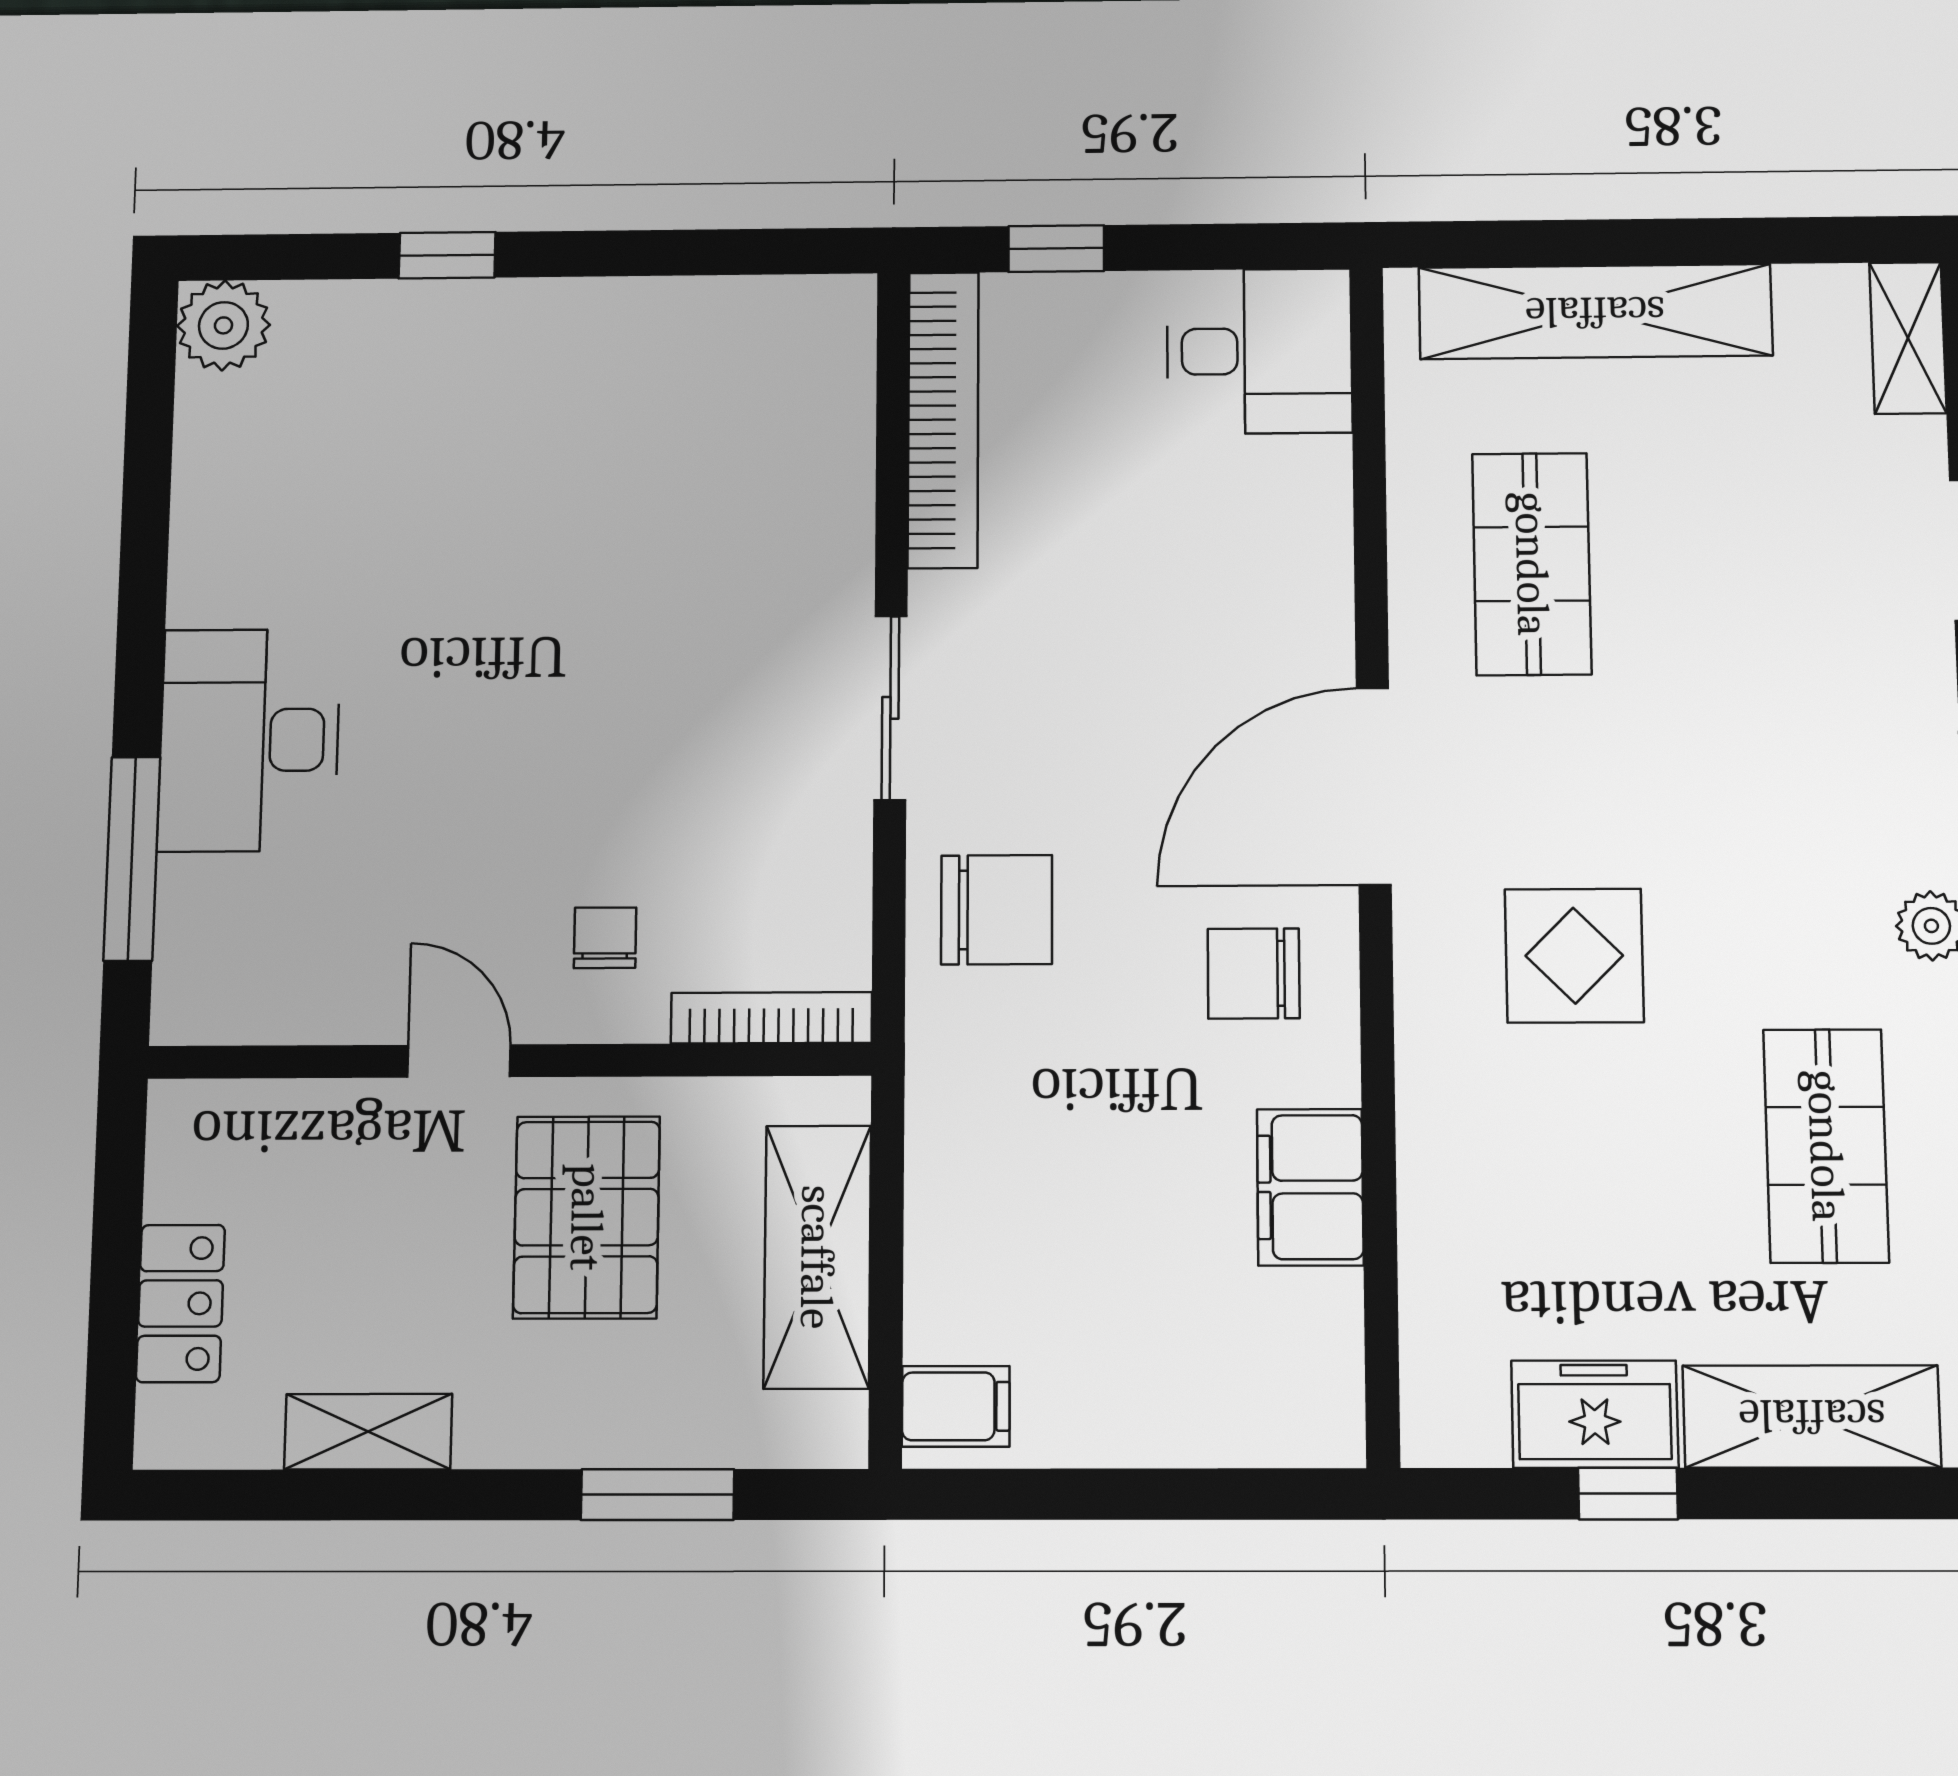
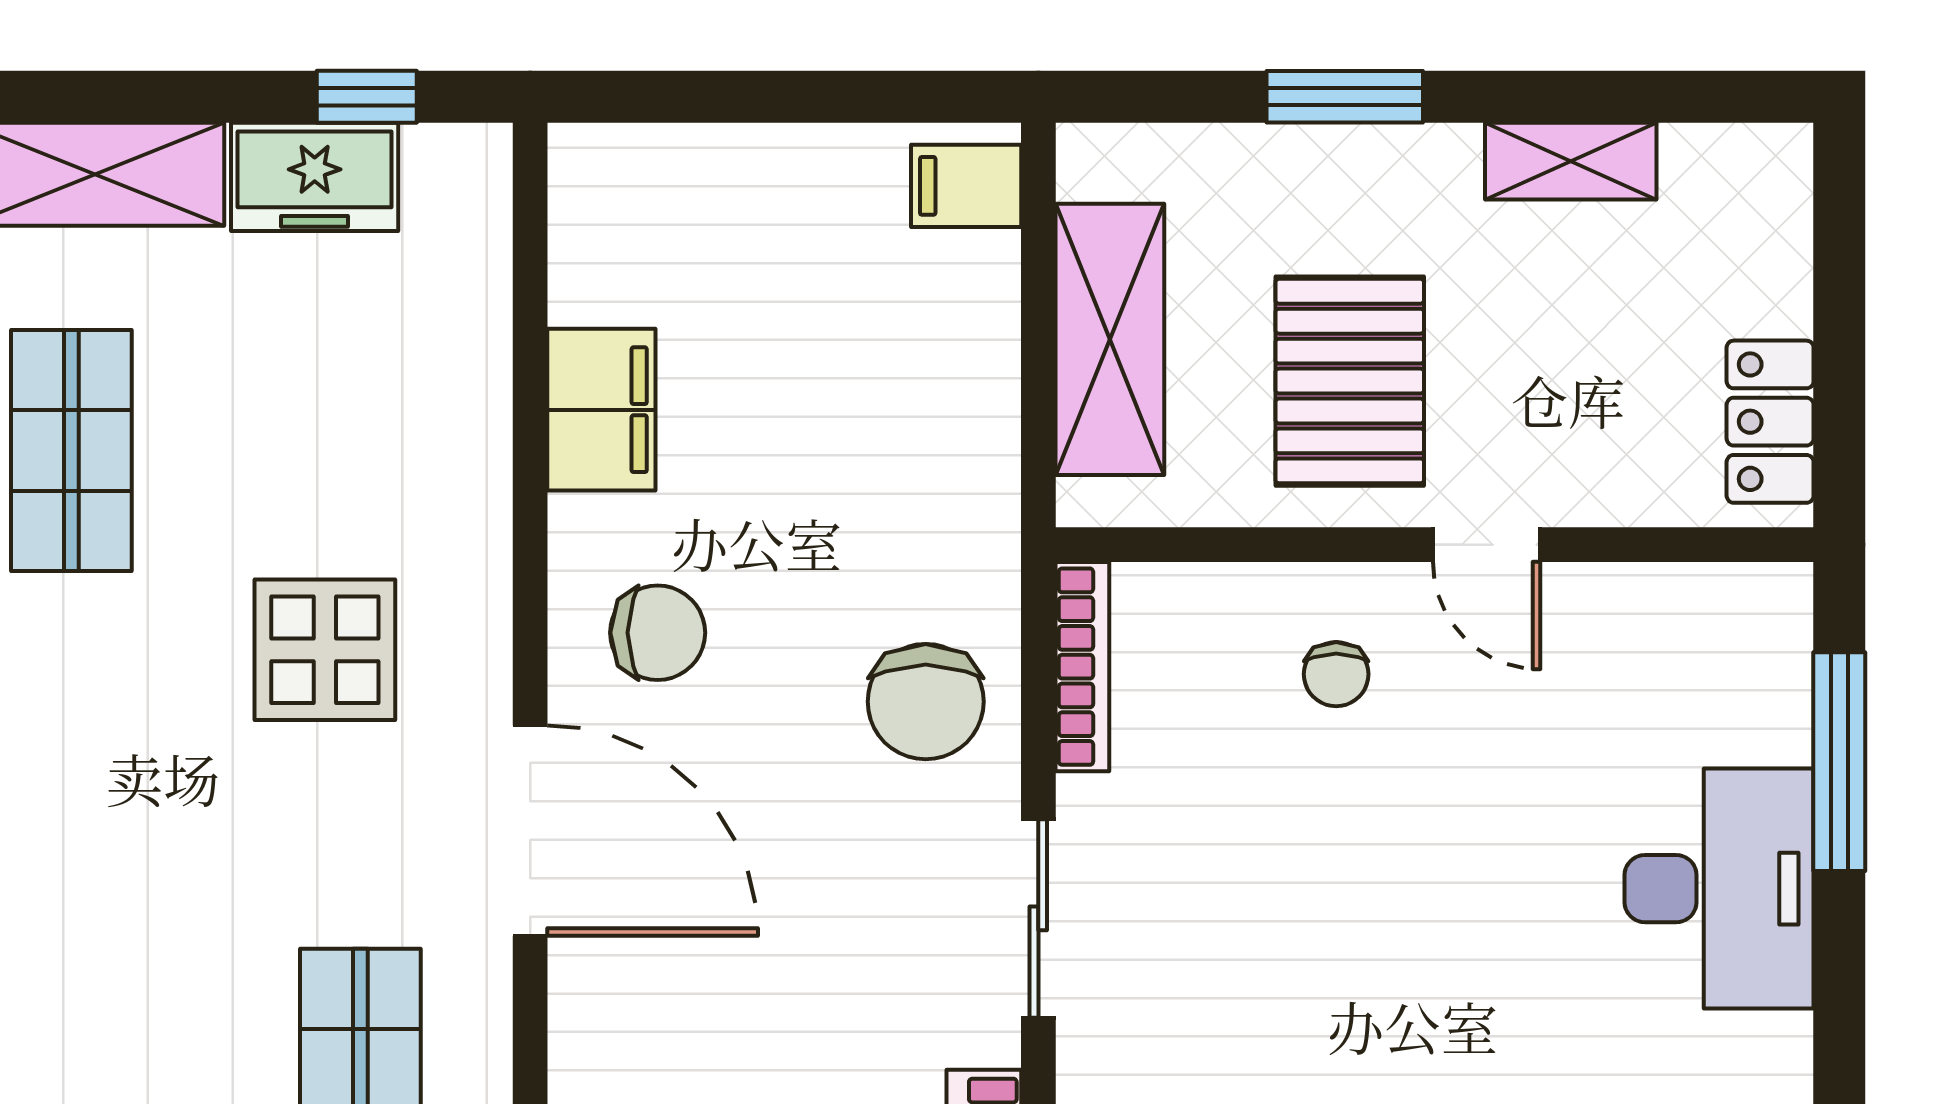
door: (1374, 786) -> (530, 831), hinge flipped
chair: (997, 910) -> (926, 702), turned -90
bookcase: (771, 1018) -> (1082, 667), moved, turned -90
locker: (180, 1303) -> (1770, 422), moved
window: (1628, 1494) -> (367, 97), moved
window: (658, 1495) -> (1345, 97), moved

